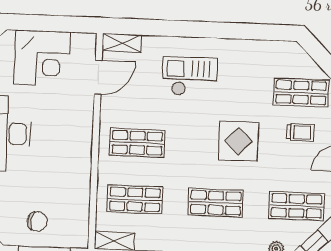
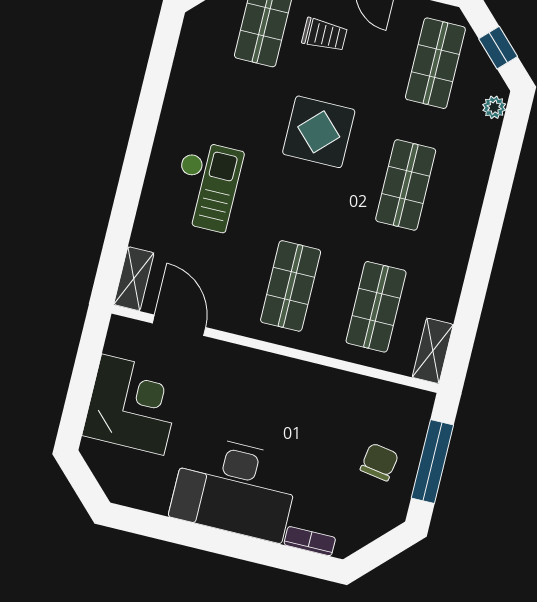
checkout: (190, 77) -> (206, 186), turned 180
trolley: (300, 132) -> (325, 35), turned 90

